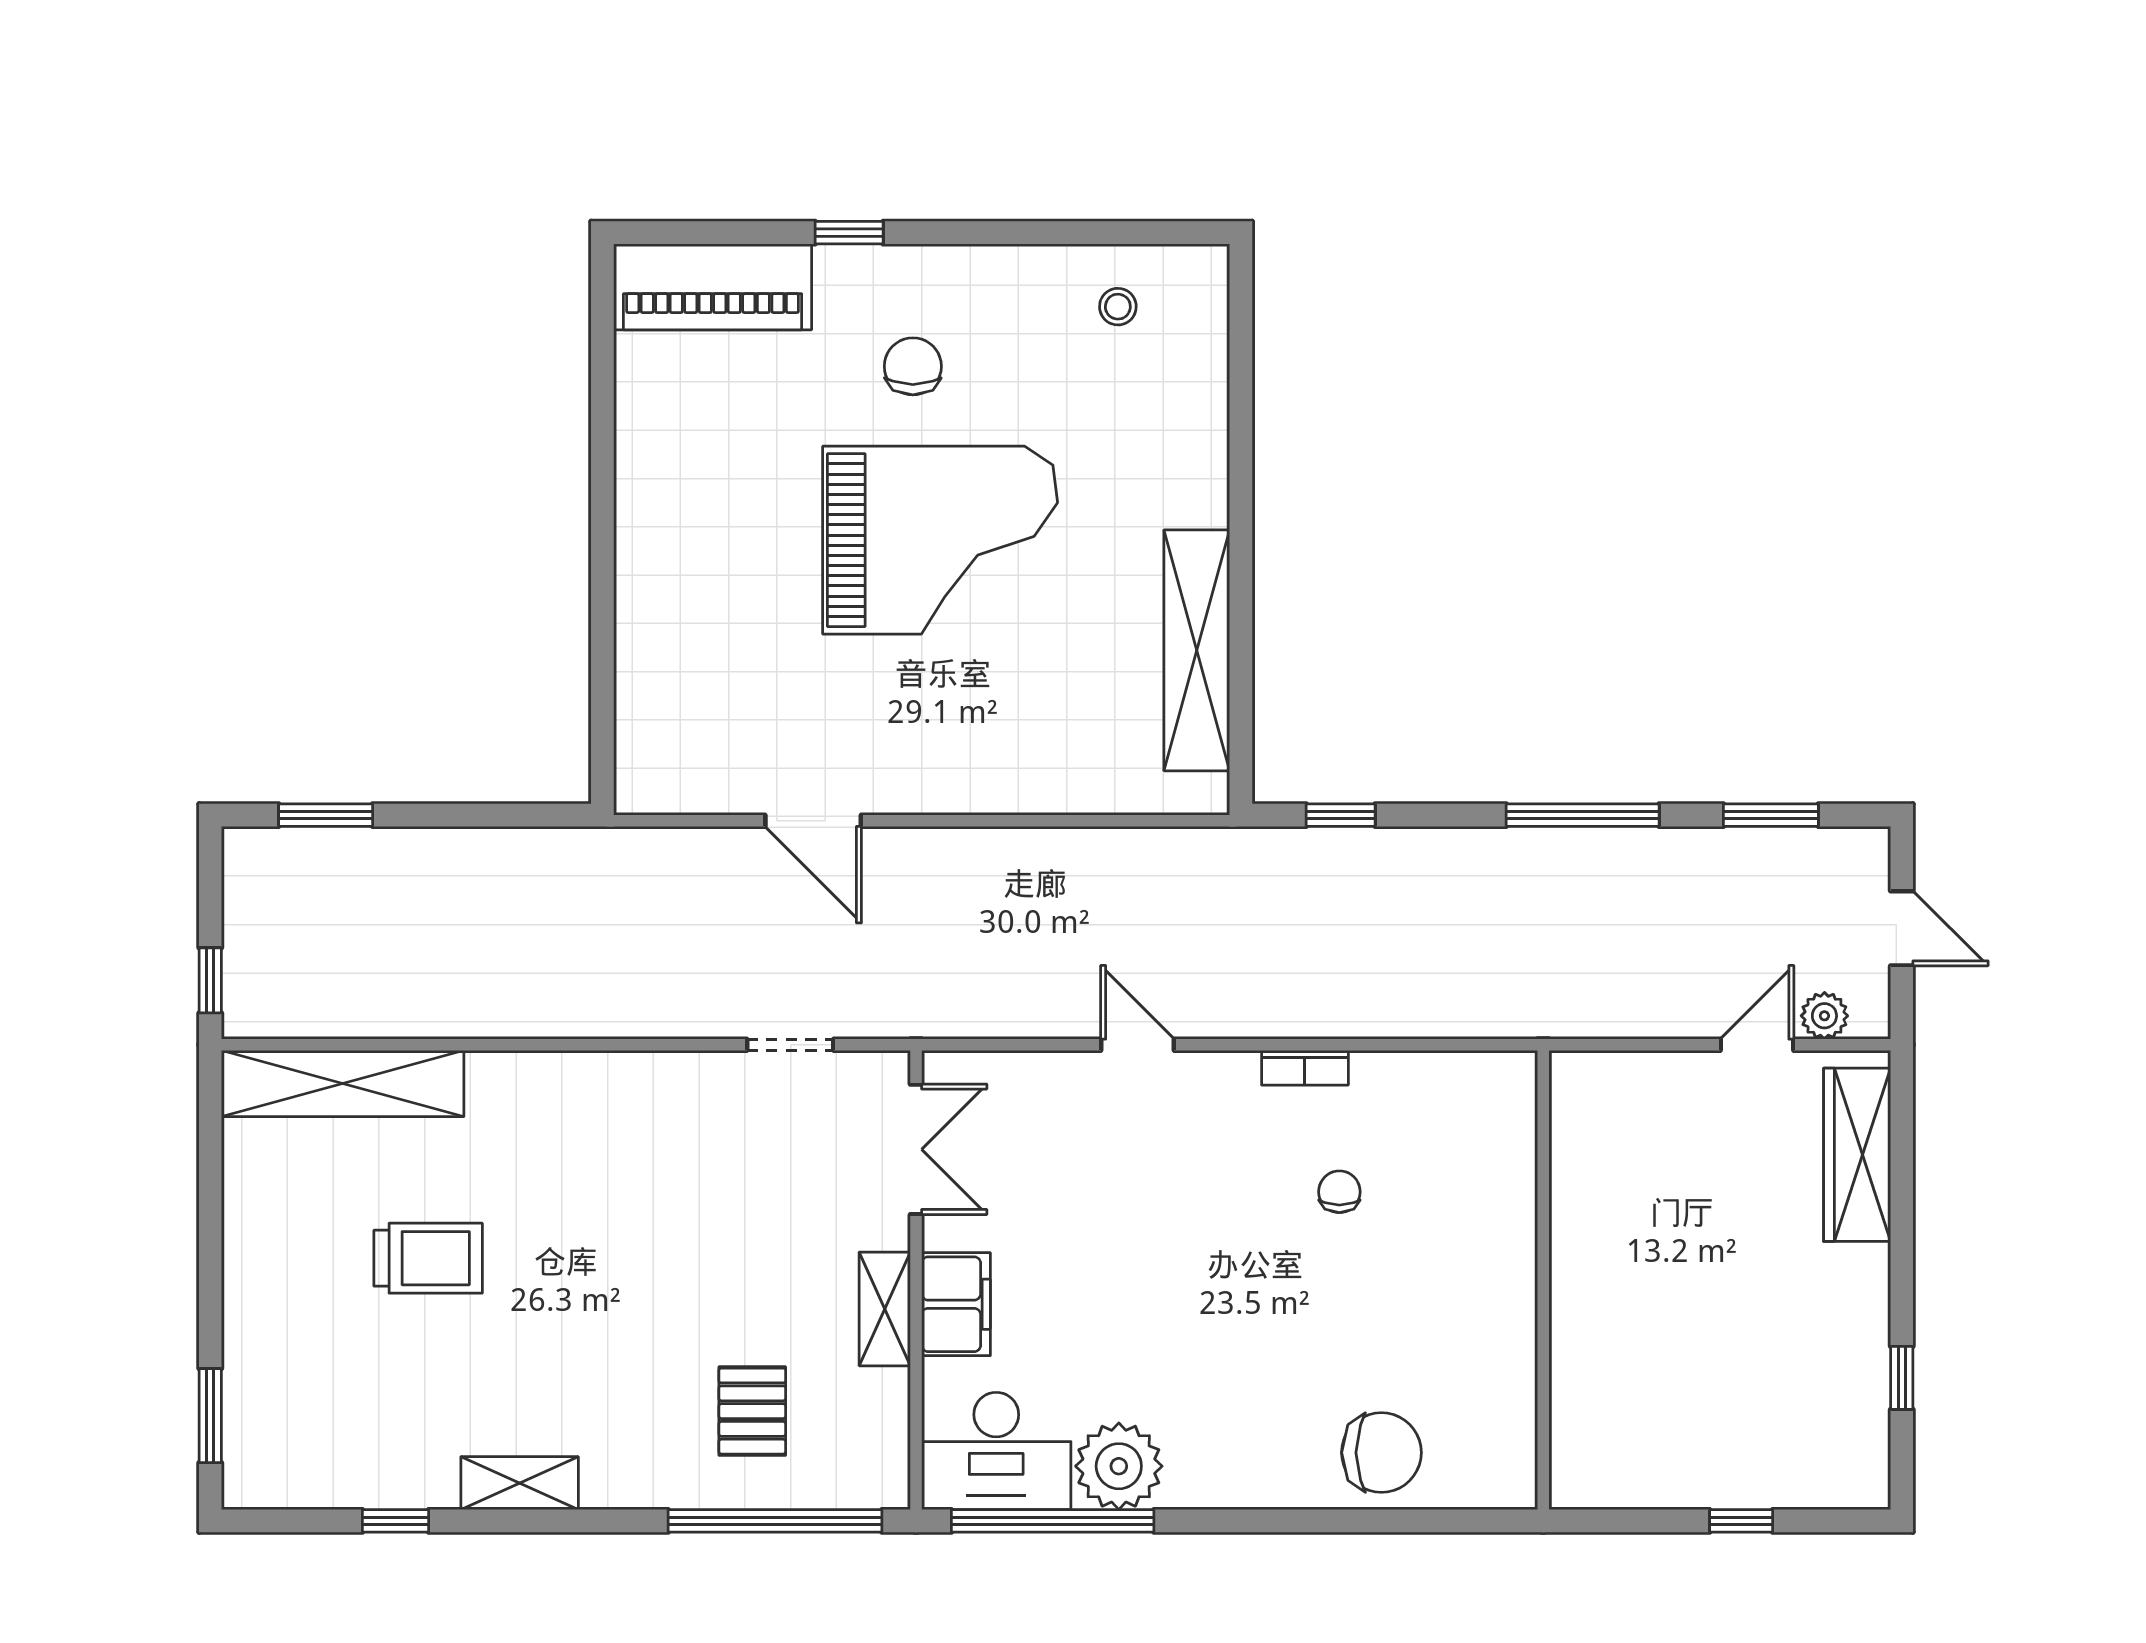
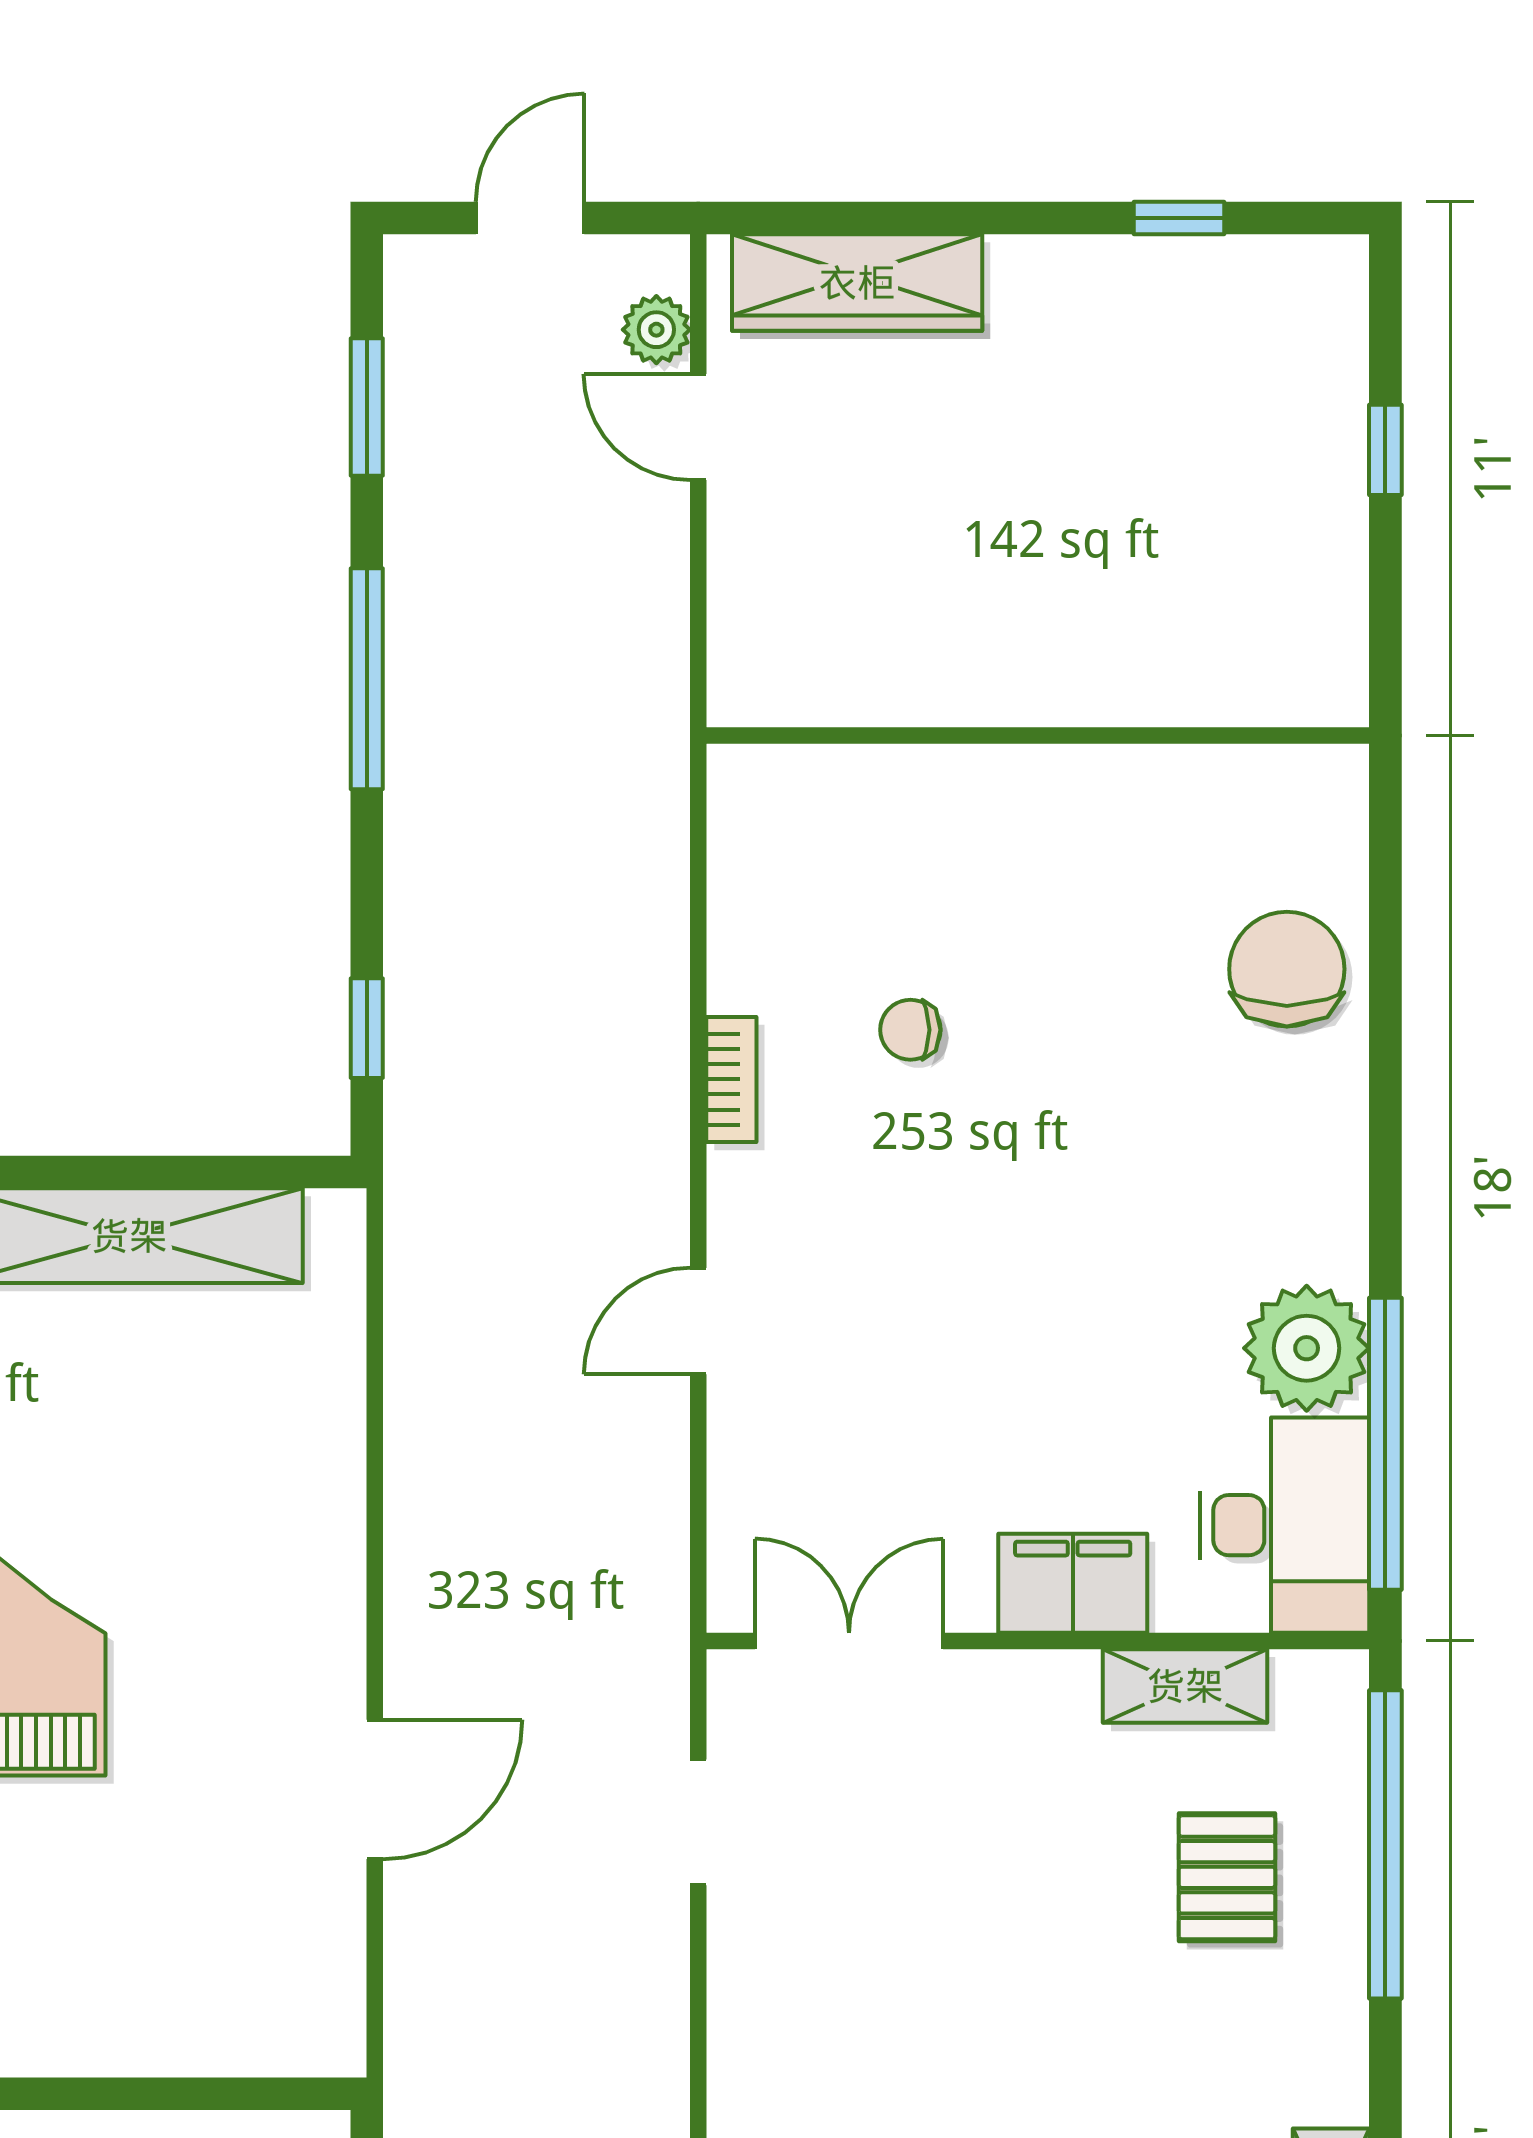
shelving: (885, 1309) -> (1185, 1686), moved
pallet: (752, 1411) -> (1227, 1877), turned 90

